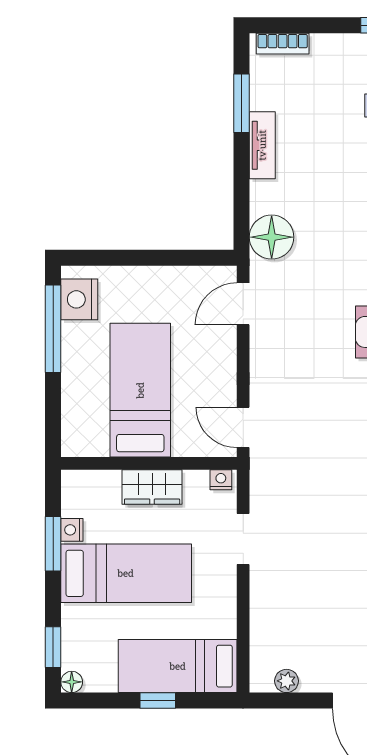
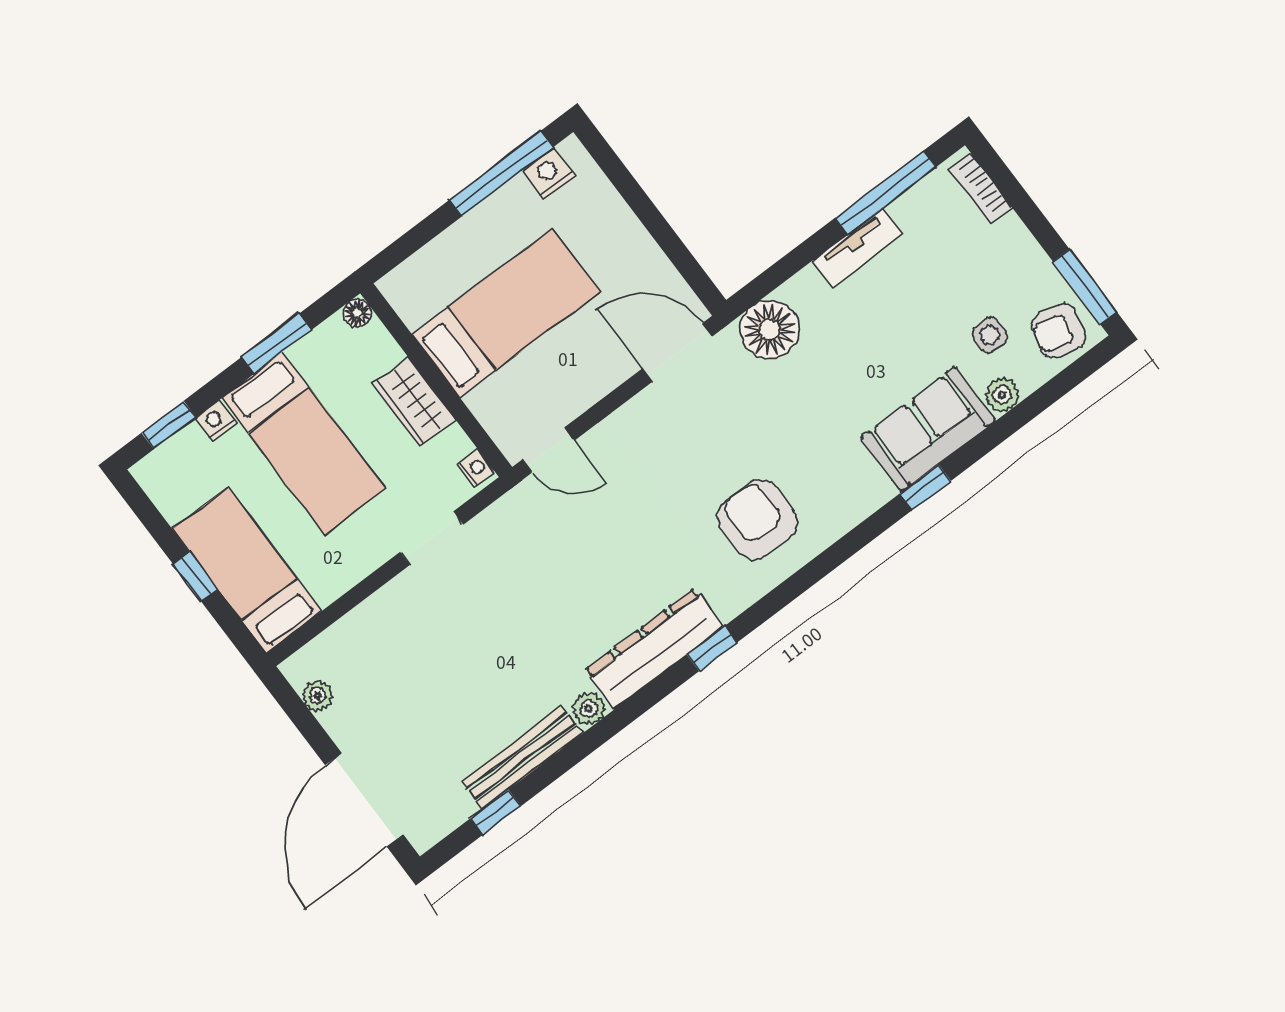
window: (242, 103) -> (886, 192), width x1.44
nightstand: (79, 299) -> (549, 173), width x0.74, depth x0.75
door: (243, 304) -> (677, 352), width x1.38
door: (243, 427) -> (548, 450), swing flipped
nightstand: (72, 530) -> (215, 421), moved
floor lamp: (72, 682) -> (357, 313), moved

